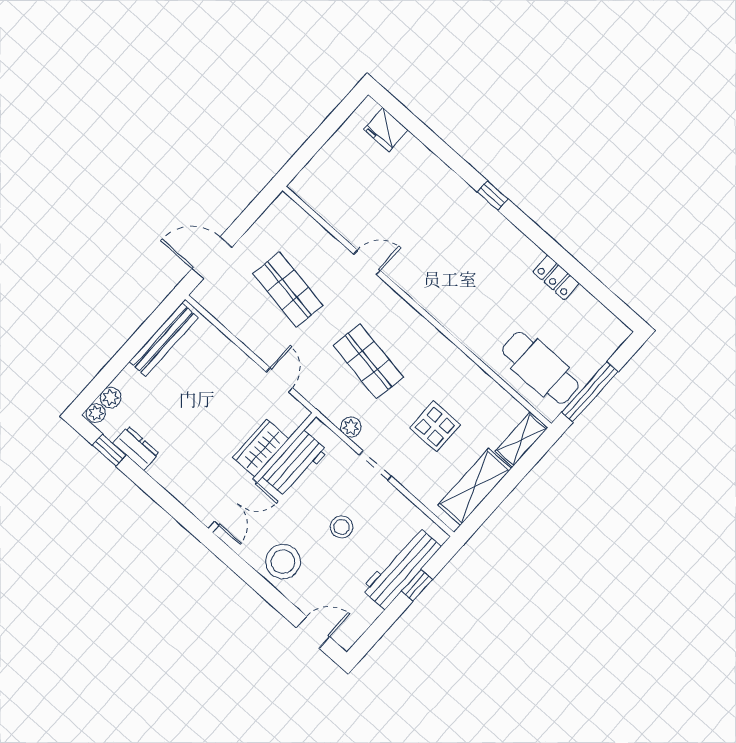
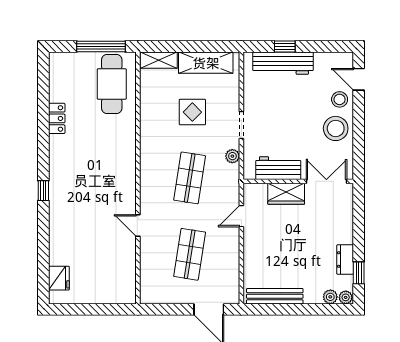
stool: (342, 527) -> (340, 99), moved

